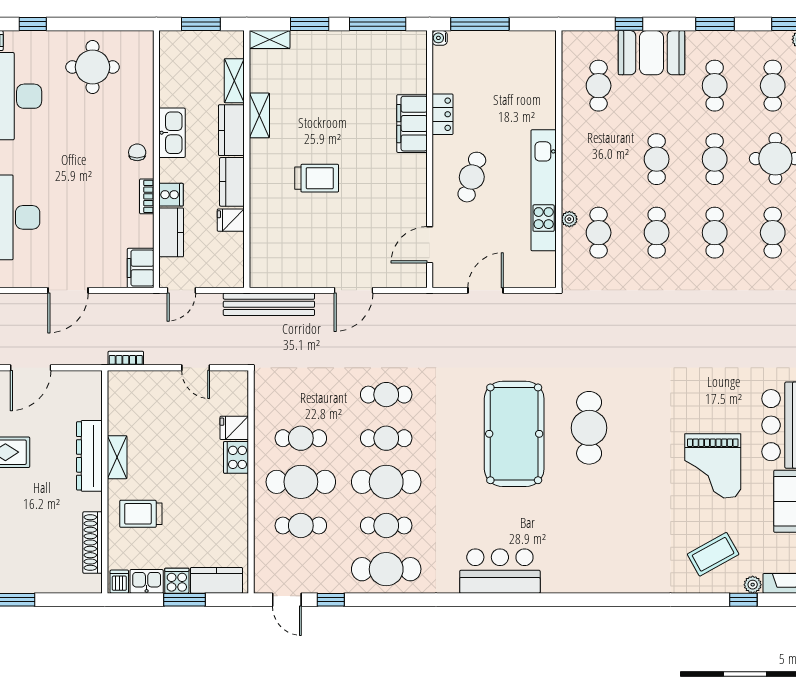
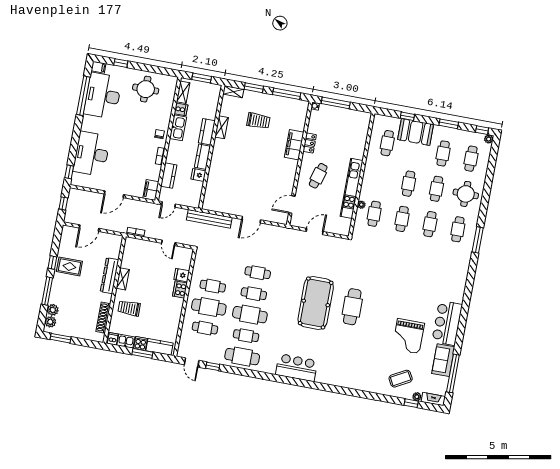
shelving: (234, 81) -> (183, 92), moved
trolley: (317, 178) -> (258, 121), moved
cooker: (171, 195) -> (181, 109), moved

